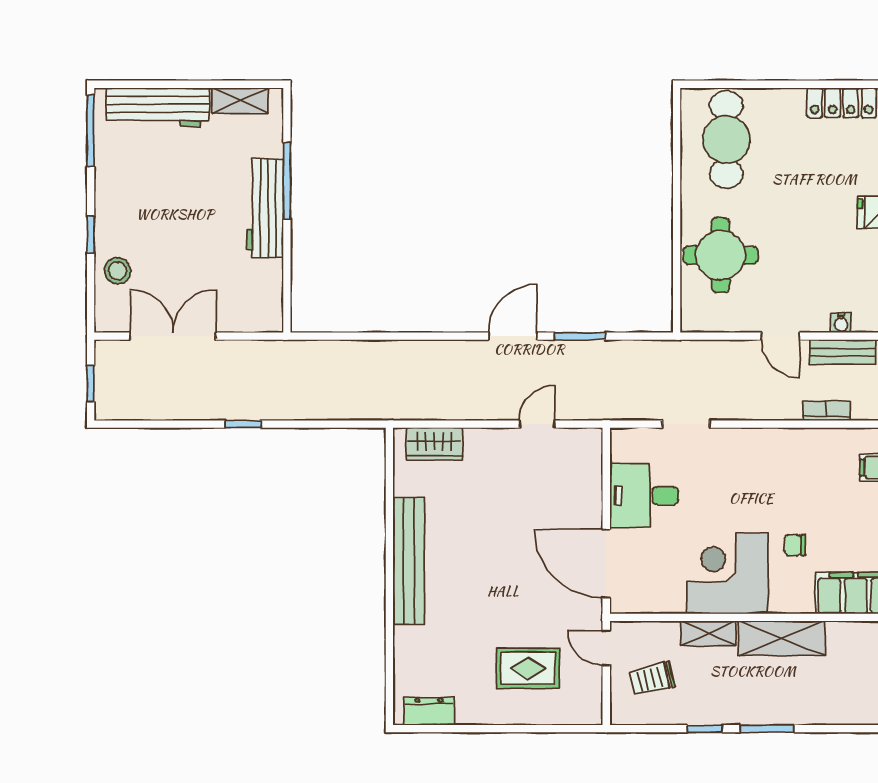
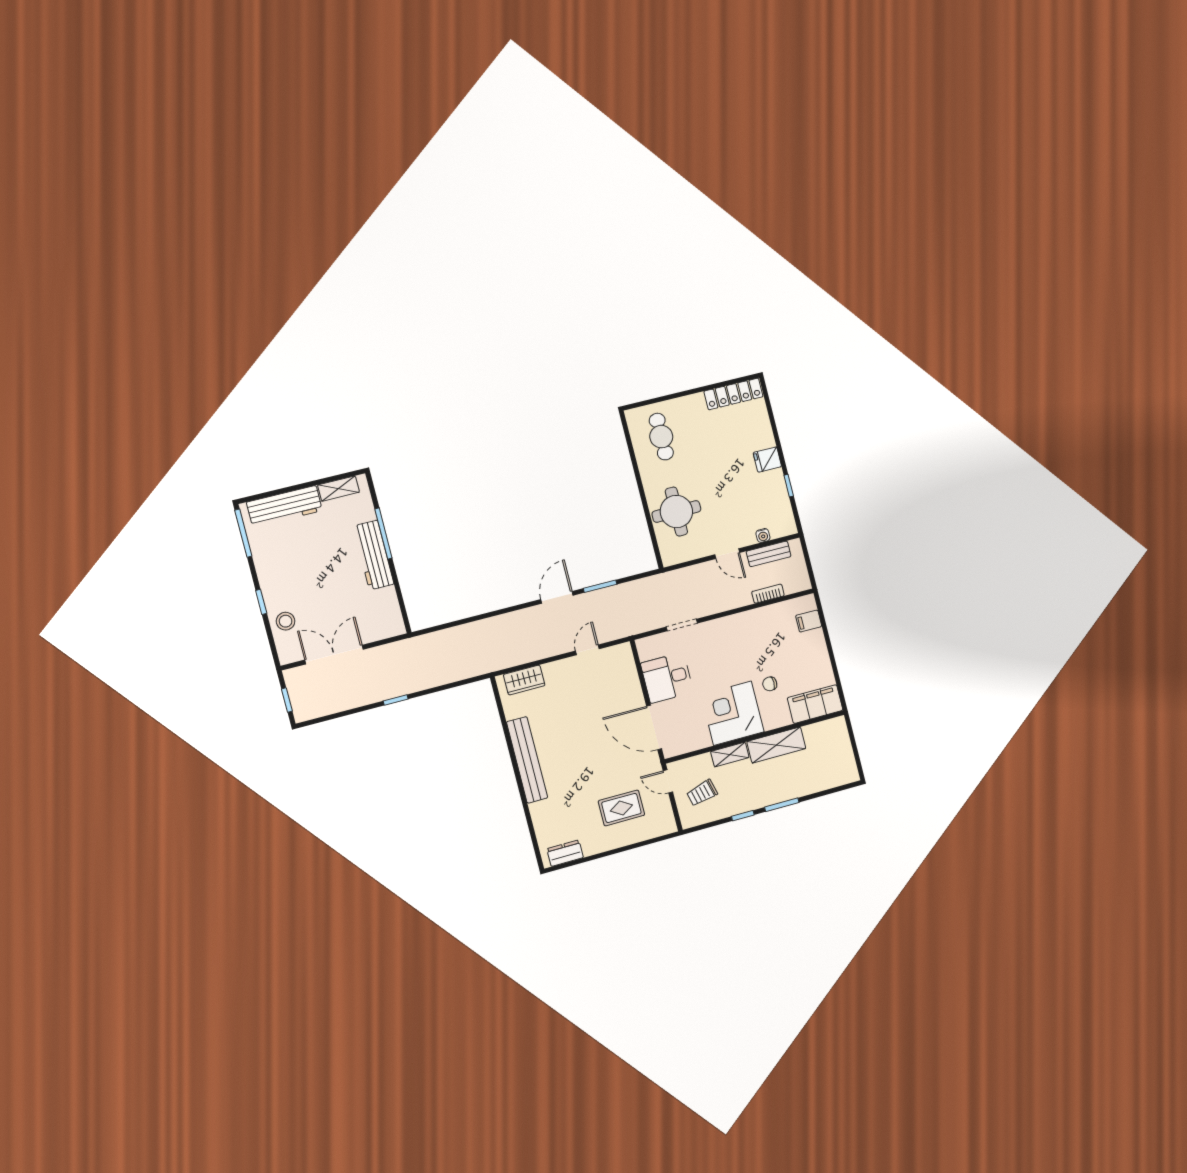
cafe table: (726, 140) -> (661, 437), width x0.73, depth x0.74

